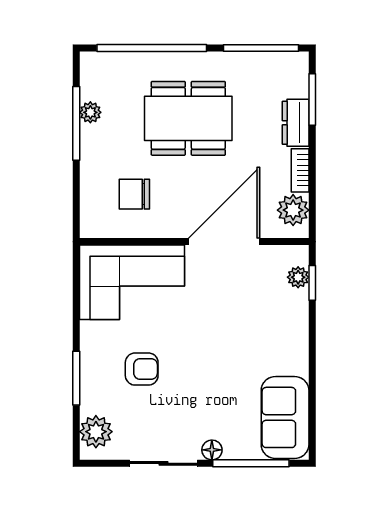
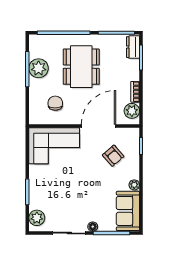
plant: (90, 112) -> (39, 68), width x1.88, depth x1.88
dining table: (188, 118) -> (81, 67), turned 90
dresser: (296, 123) -> (133, 47), moved
chair: (134, 194) -> (55, 103), turned 89
plant: (298, 277) -> (134, 185), moved
armchair: (142, 369) -> (113, 156), moved, turned 49

